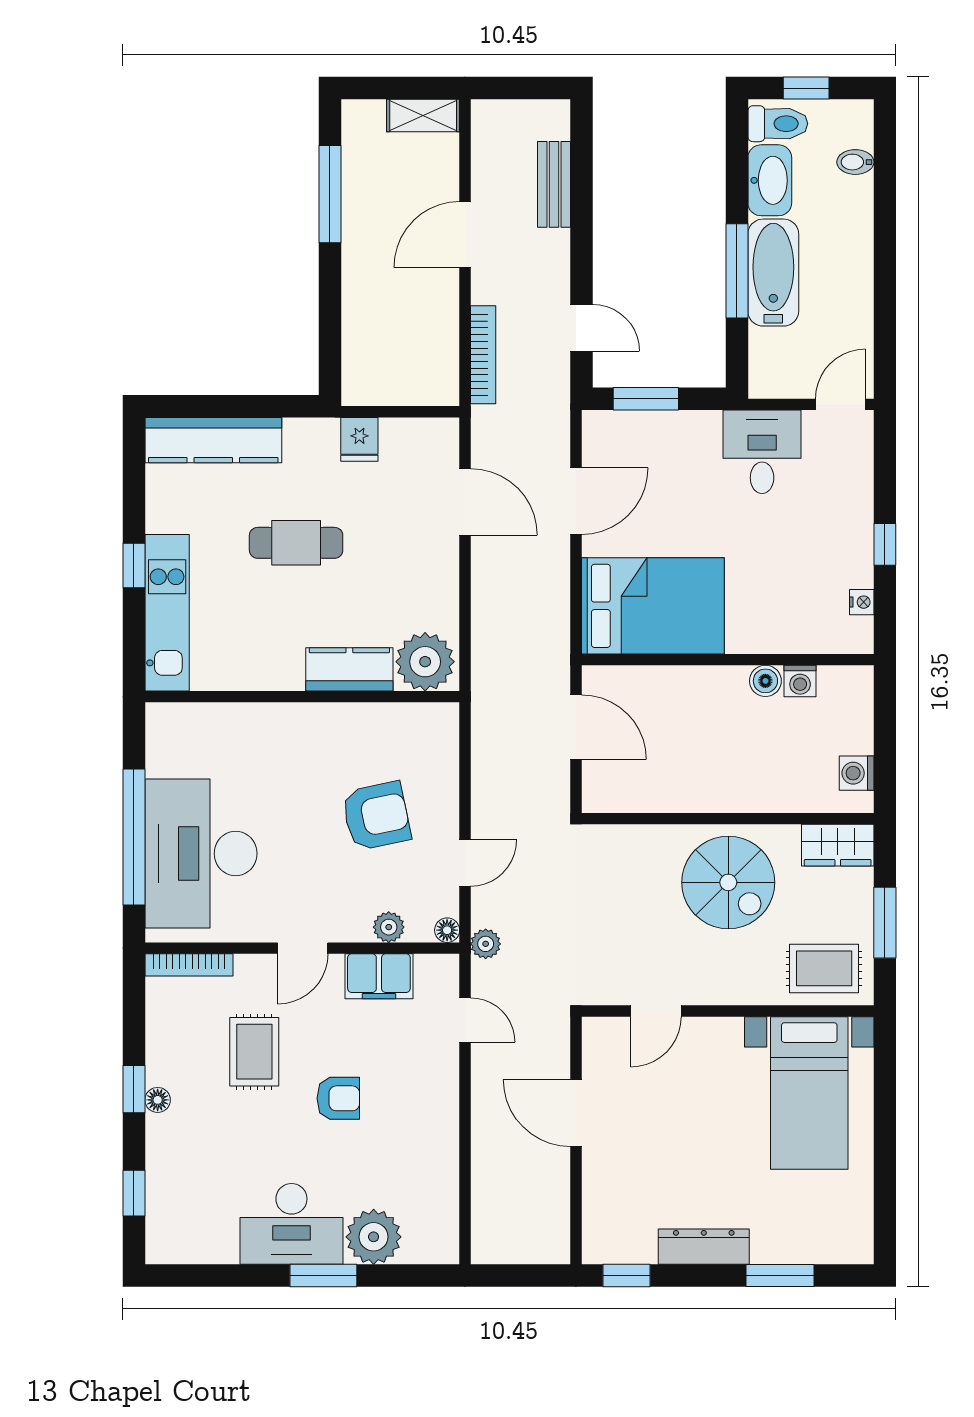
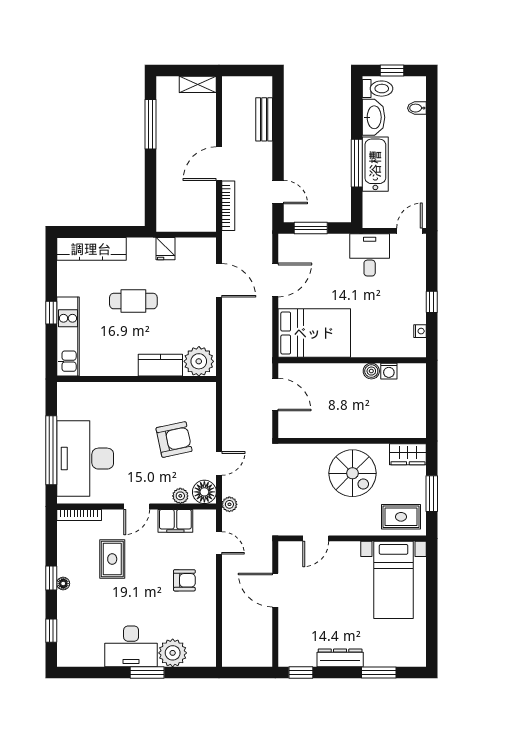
door: (465, 234) -> (219, 164), moved
washing machine: (857, 773) -> (418, 418), removed
floor lamp: (447, 930) -> (204, 492), width x1.89, depth x1.89
armchair: (338, 1098) -> (184, 580), moved

